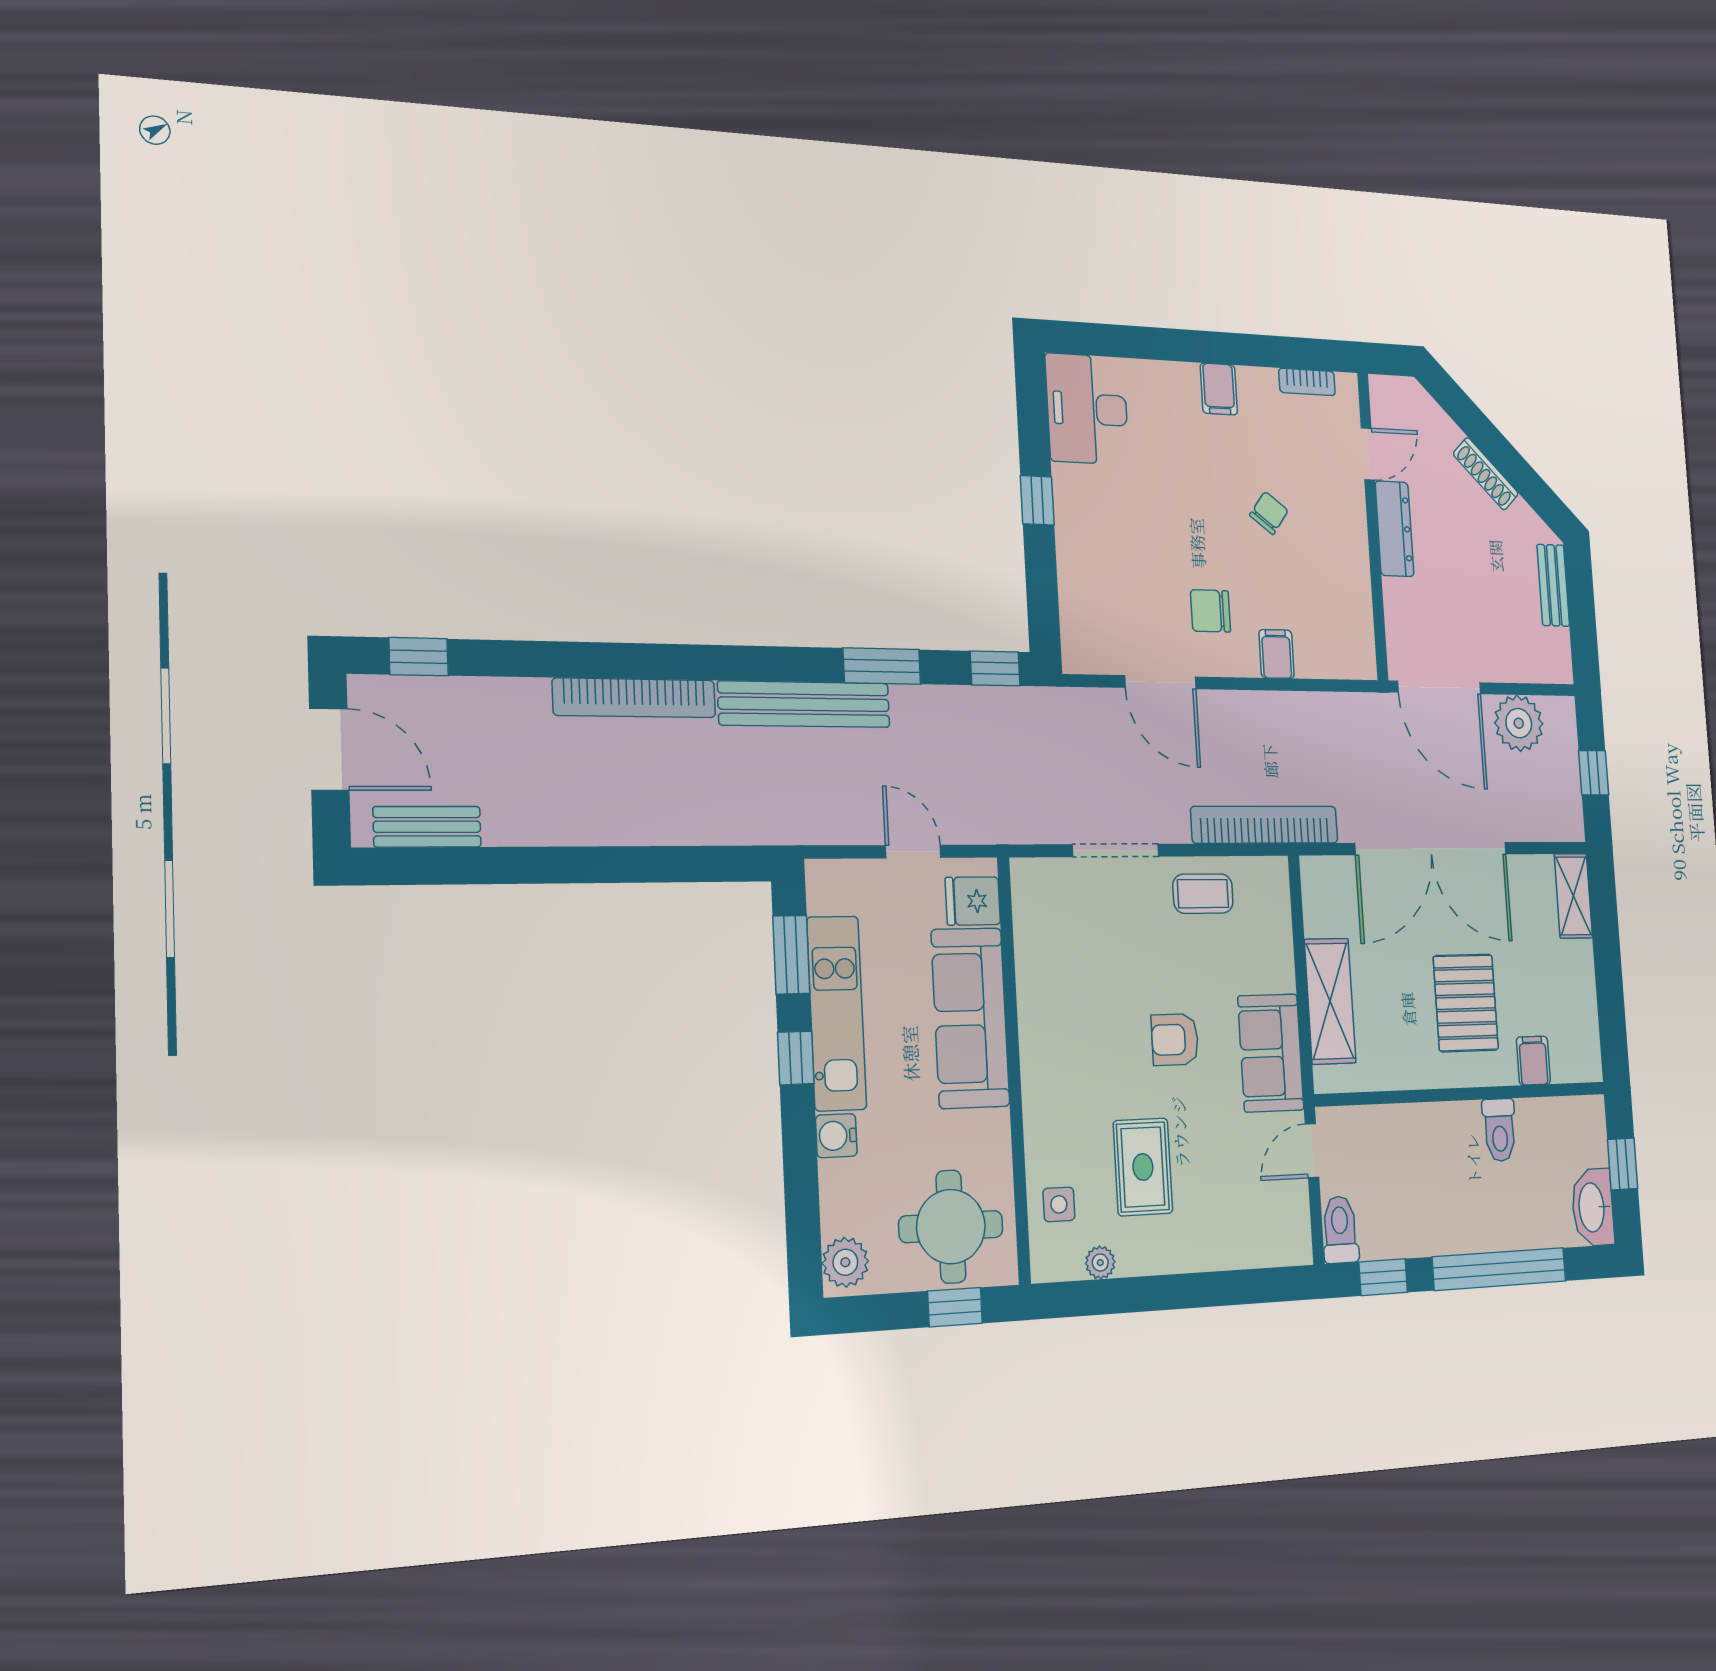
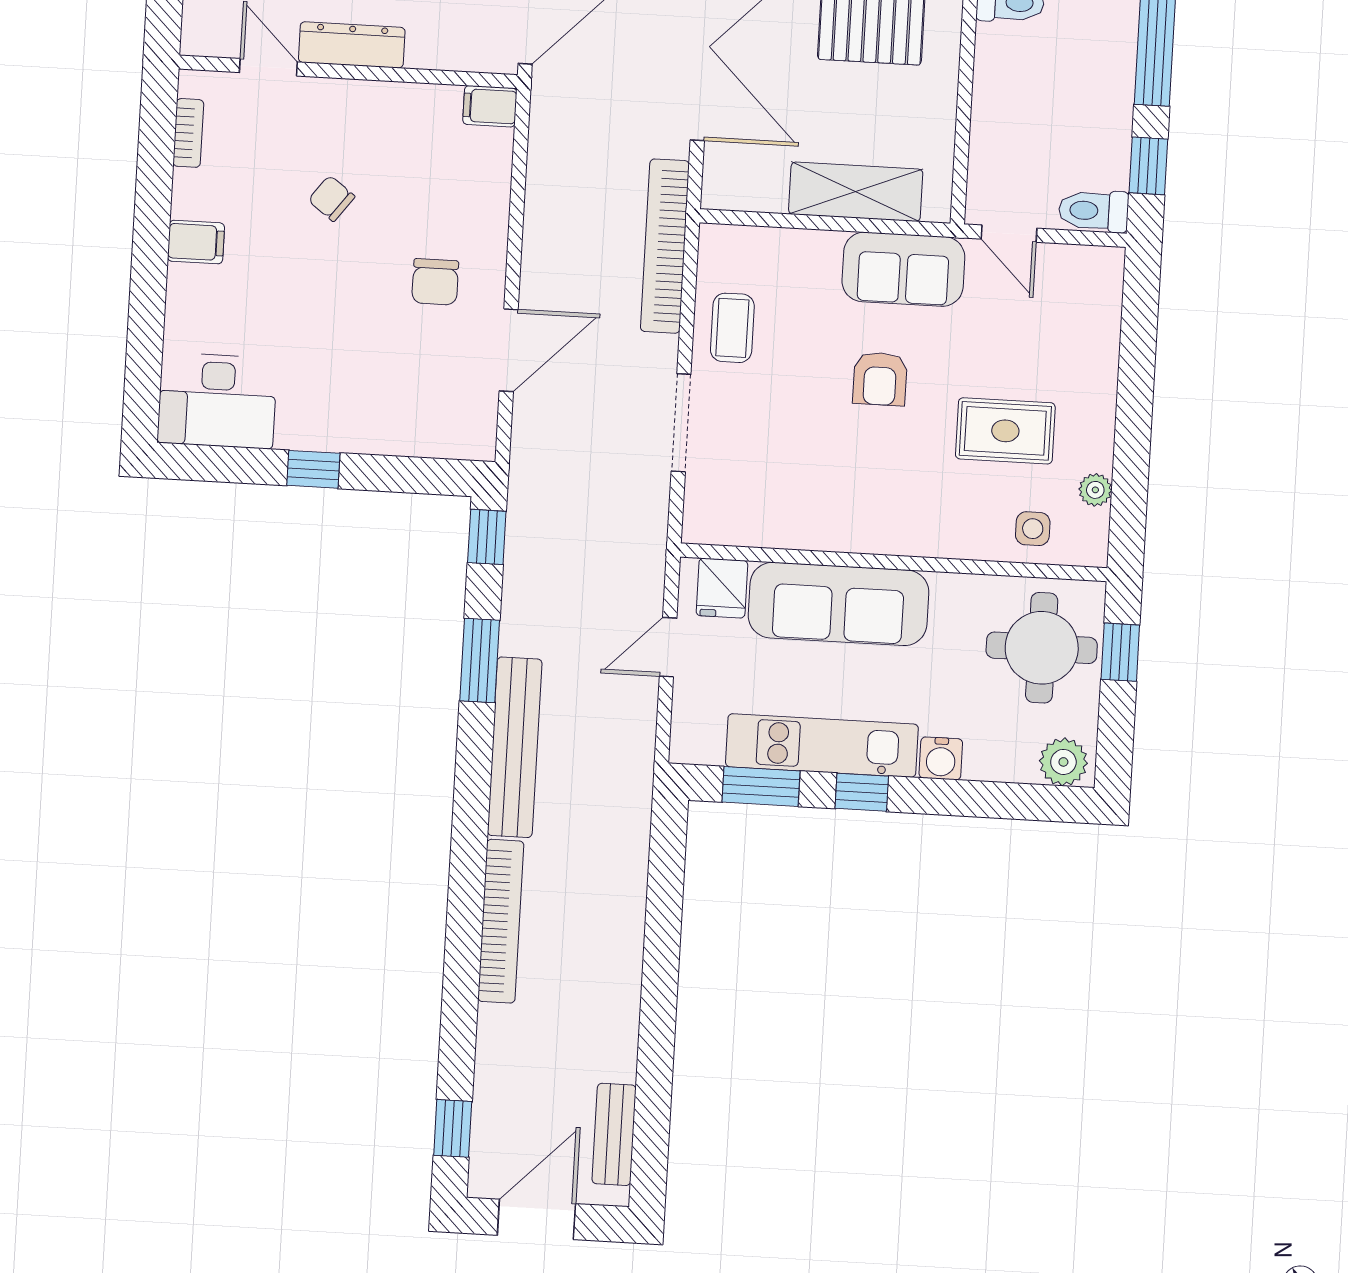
filing cabinet: (1277, 654) -> (490, 106), moved

